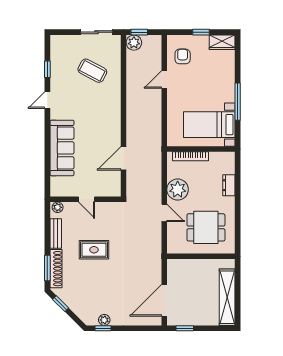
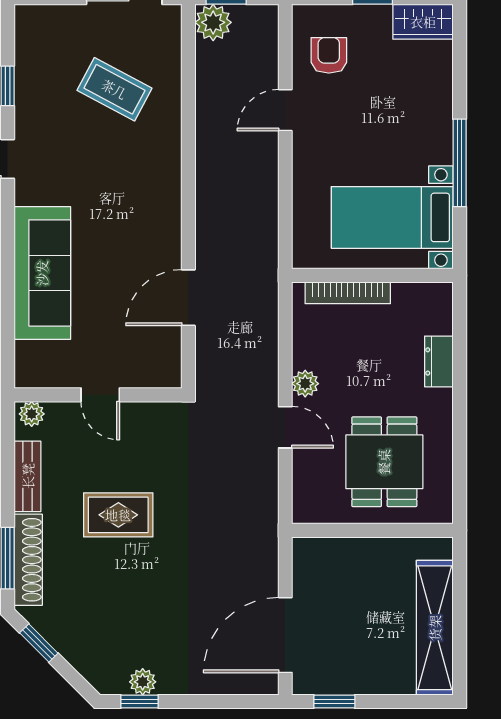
plant: (178, 190) -> (305, 384), width x0.53, depth x0.53
dining table: (206, 227) -> (384, 462), turned 90

